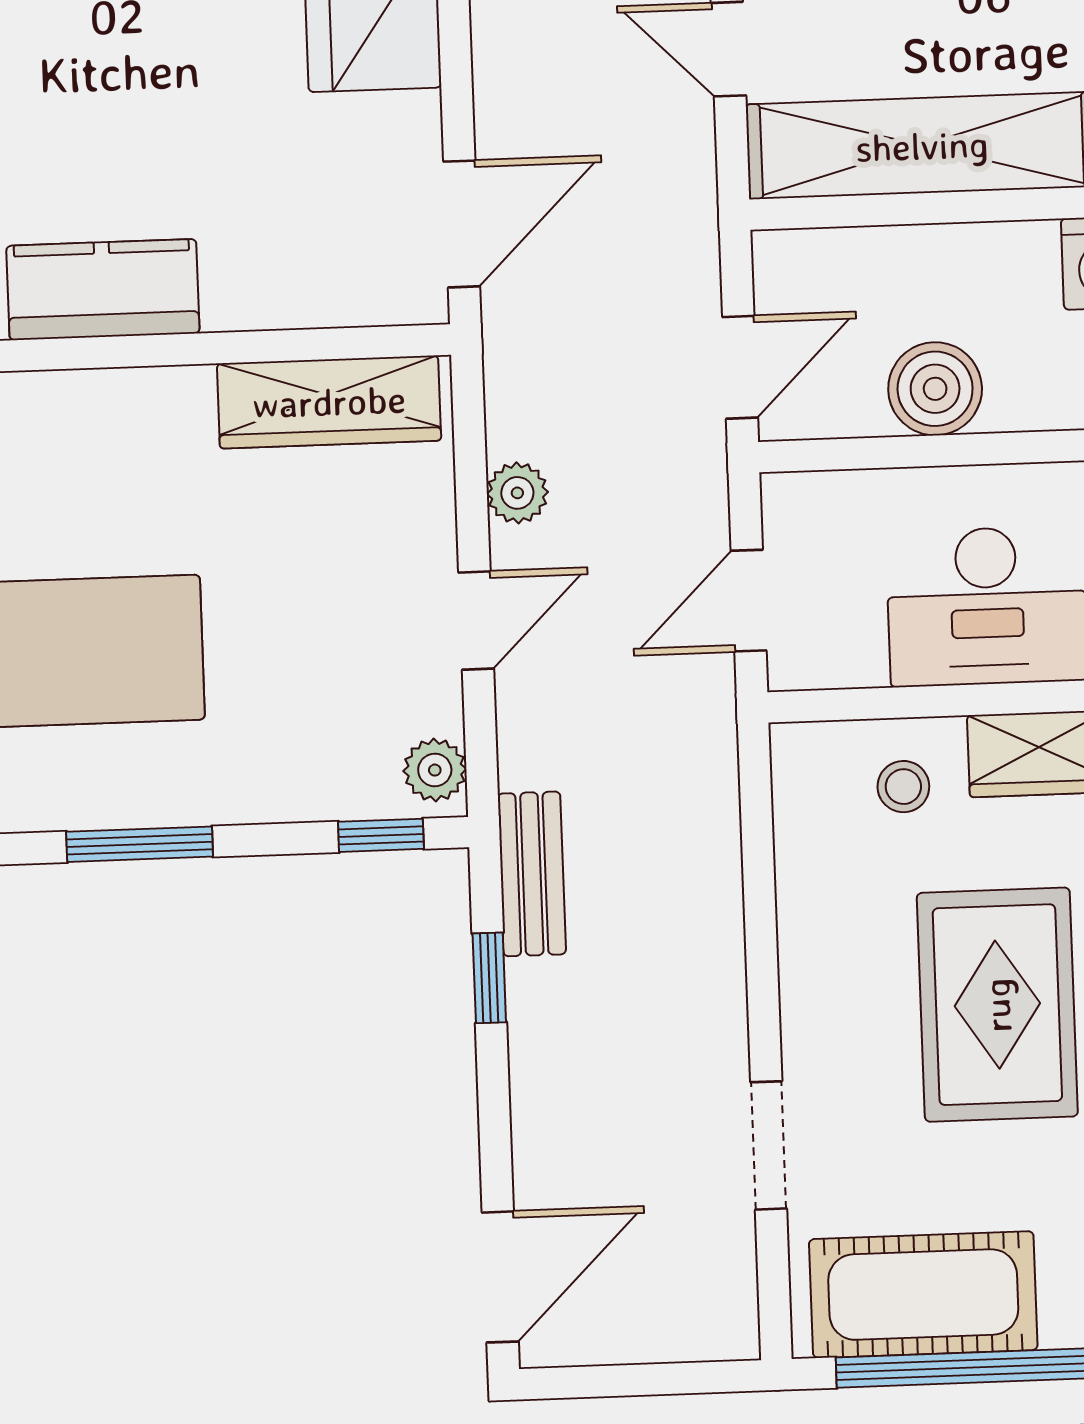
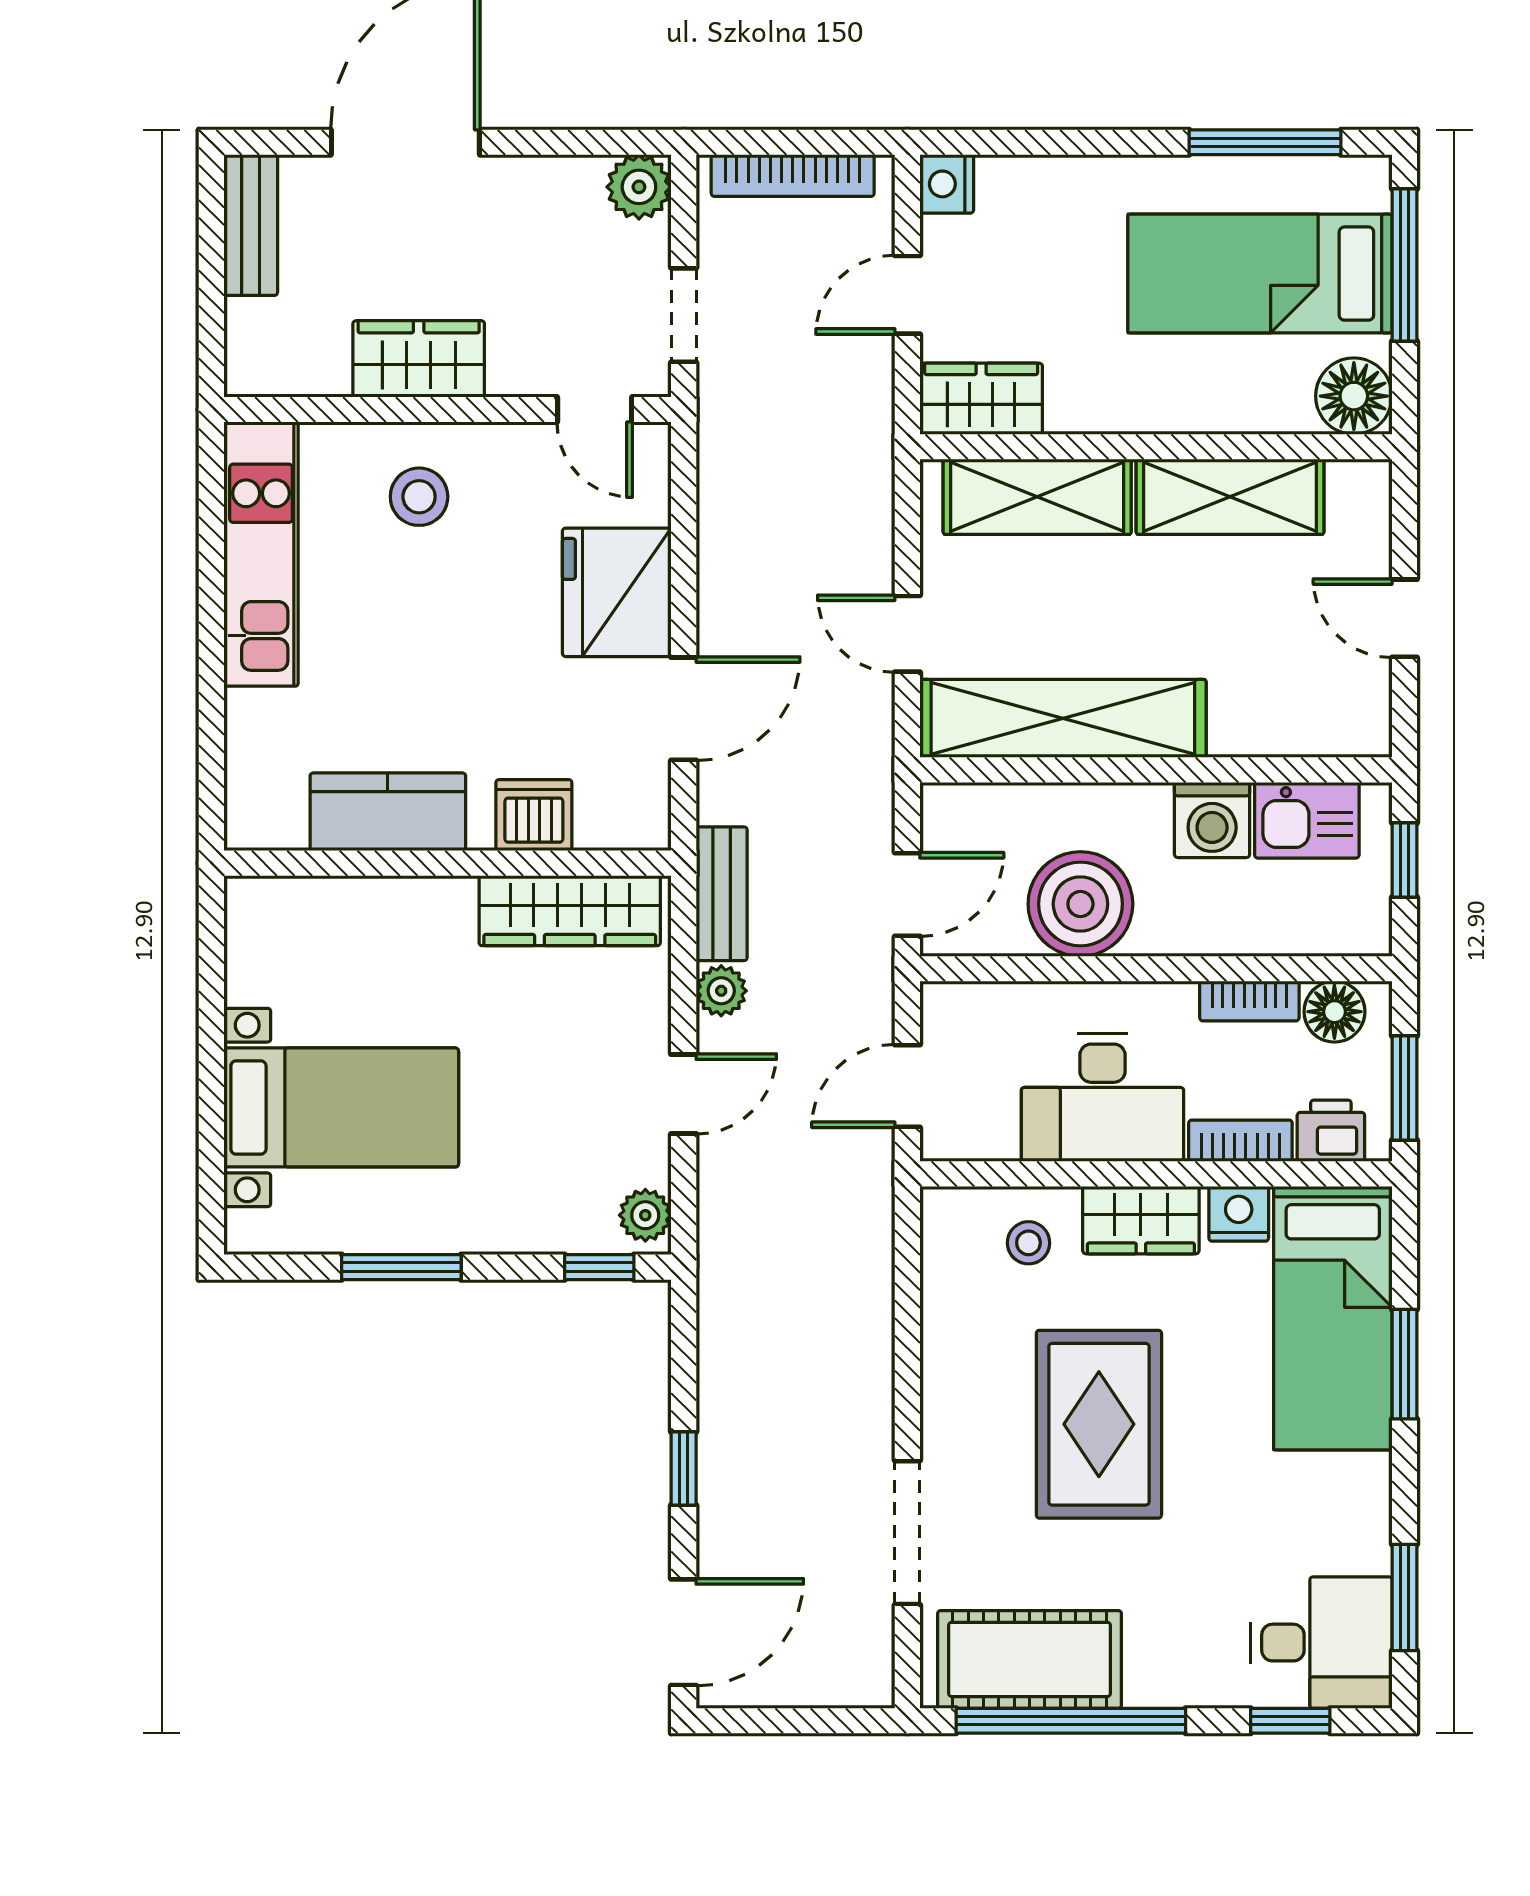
door: (462, 224) -> (684, 709), moved
dishwasher: (281, 287) -> (534, 815), added
boiler: (935, 389) -> (1080, 904), width x1.37, depth x1.37
bench: (532, 874) -> (722, 894), moved
window: (489, 978) -> (684, 1469), moved
doorway: (769, 1145) -> (907, 1533), width x1.38

